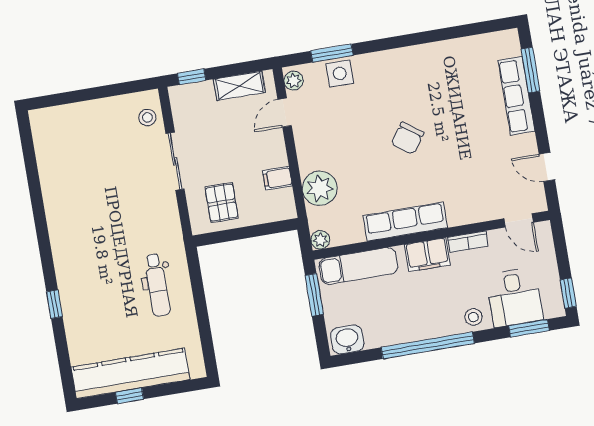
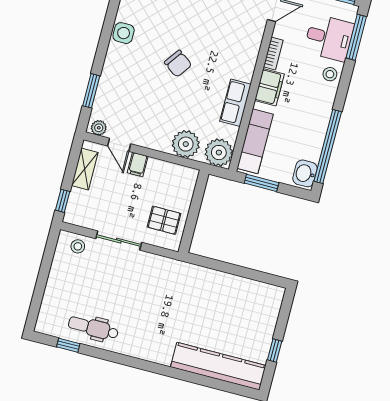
side table: (340, 73) -> (124, 33), moved
filing cabinet: (277, 178) -> (138, 165), moved
row of seats: (405, 222) -> (235, 103), width x0.68
plant: (320, 240) -> (219, 153), width x1.87, depth x1.87
dental chair: (157, 285) -> (93, 328), moved, turned 180
window: (54, 304) -> (68, 345), moved
window: (529, 328) -> (356, 37), width x1.44
window: (428, 345) -> (328, 147), moved
kitchen counter: (130, 373) -> (218, 366), moved, turned 90

